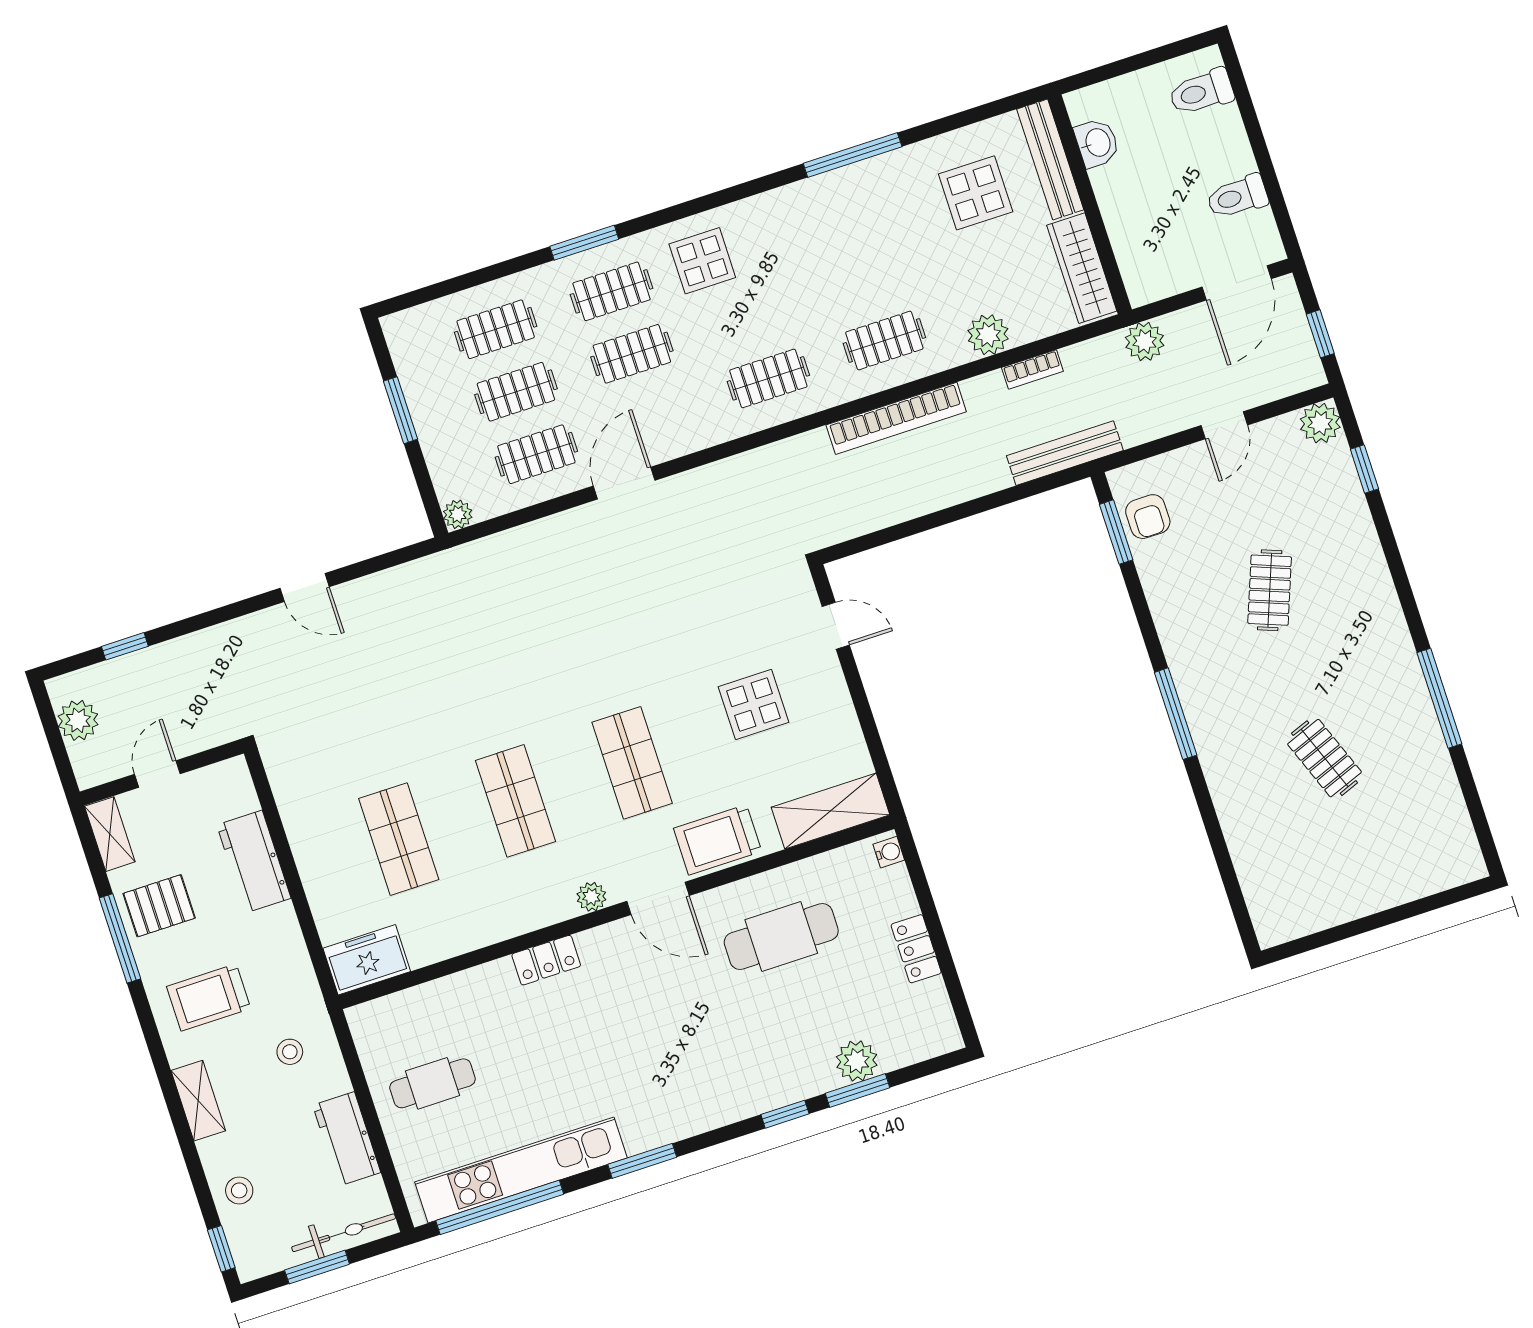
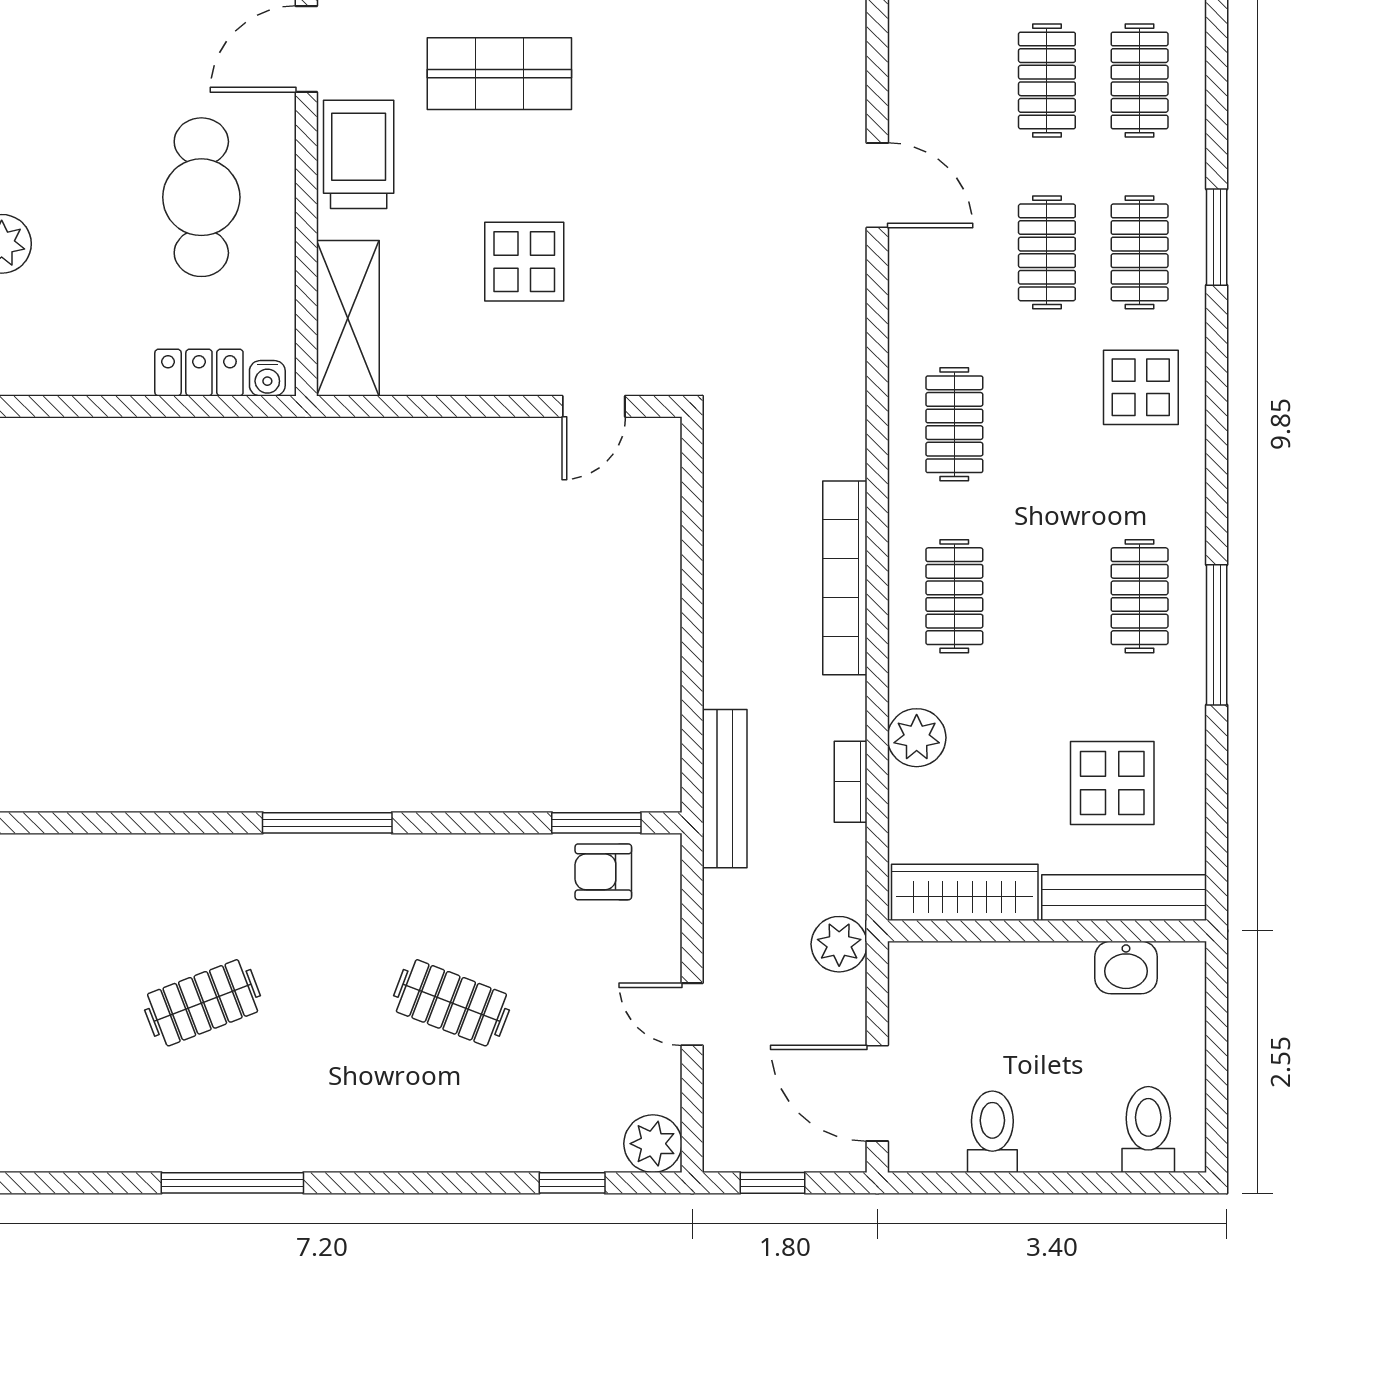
clothes rail: (536, 454) -> (1140, 596), moved
locker: (916, 949) -> (199, 373), moved

